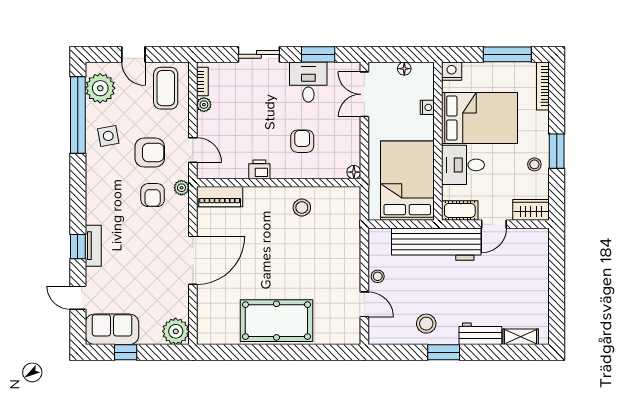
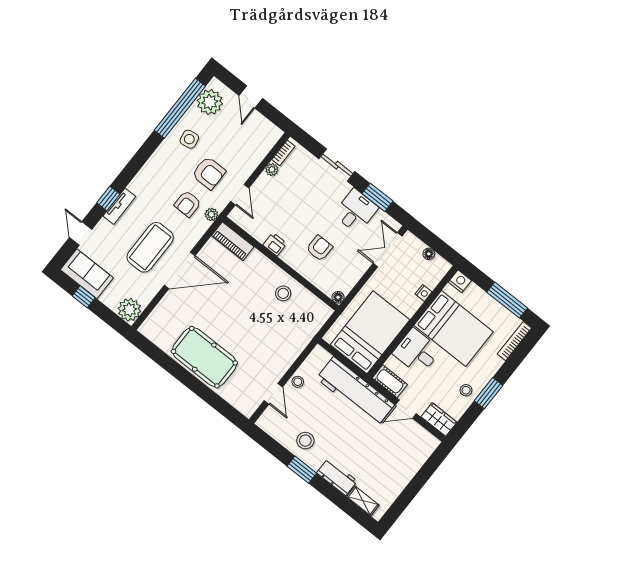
coffee table: (166, 88) -> (150, 247), moved, width x1.36, depth x1.32

